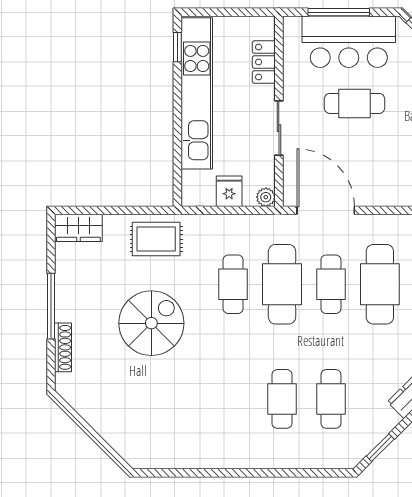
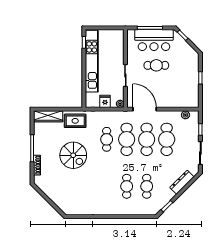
locker: (264, 62) -> (119, 48), removed
wardrobe: (78, 228) -> (48, 116), width x1.50
cafe table: (331, 284) -> (147, 139), width x1.37, depth x1.35
spiral stairs: (151, 323) -> (73, 155), turned 90

